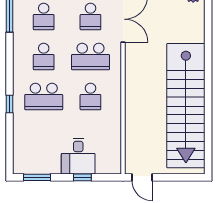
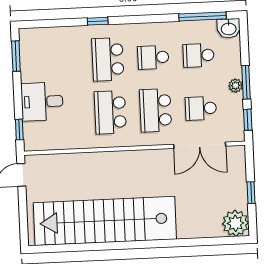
school desk: (90, 97) -> (110, 112), width x1.85
window: (82, 177) -> (19, 130), moved

